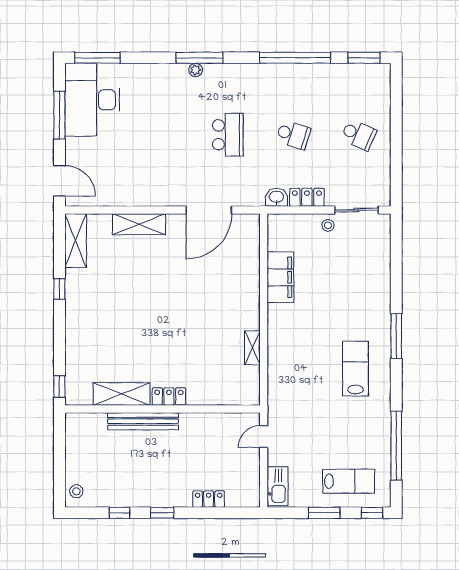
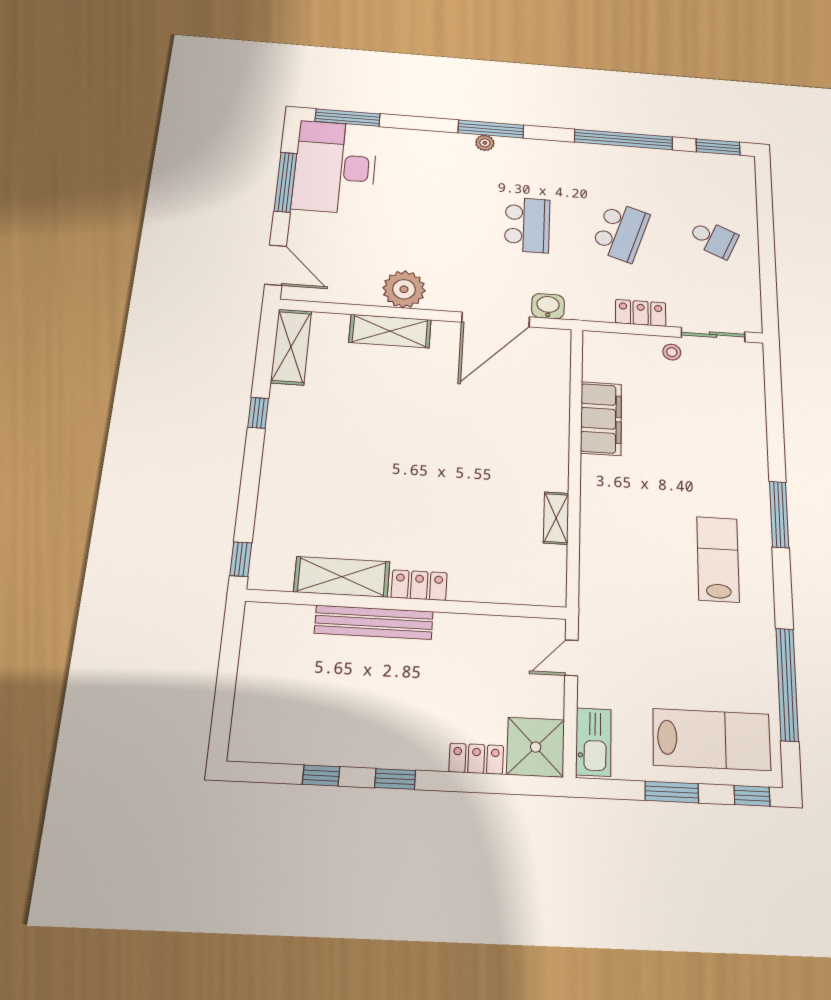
school desk: (293, 135) -> (621, 232), width x1.85
plant: (146, 192) -> (404, 289), added
washbasin: (276, 197) -> (548, 306), moved
lab bench: (349, 481) -> (712, 739), width x1.36, depth x1.39
stool: (76, 491) -> (250, 734), removed
shower: (243, 491) -> (536, 747), added

